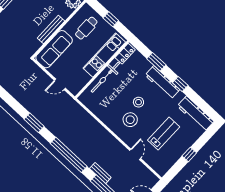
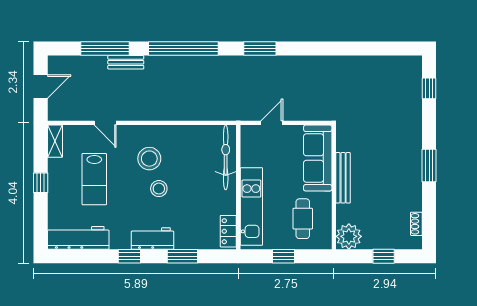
bicycle: (105, 77) -> (226, 157), moved
workbench: (162, 82) -> (152, 238), width x0.73
shelving: (165, 167) -> (55, 141), added

